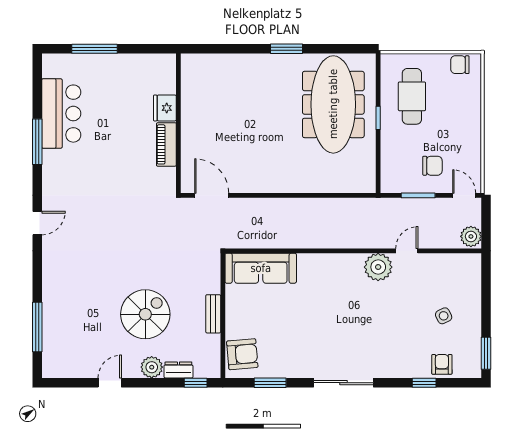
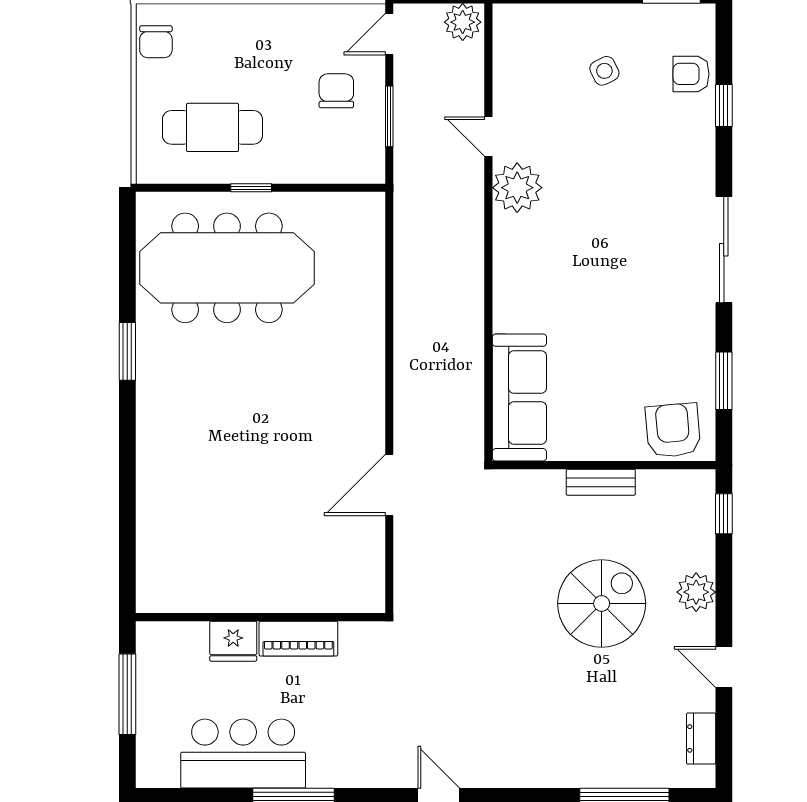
fridge: (165, 108) -> (233, 641), moved
wall: (178, 123) -> (260, 617), moved
piano: (166, 144) -> (298, 639), moved
spiral stairs: (145, 314) -> (602, 603), turned 90
dresser: (178, 370) -> (701, 738), moved

